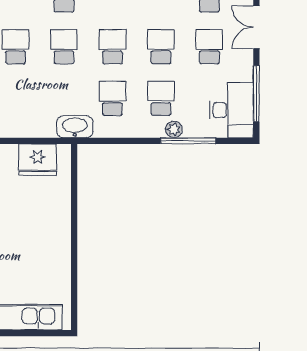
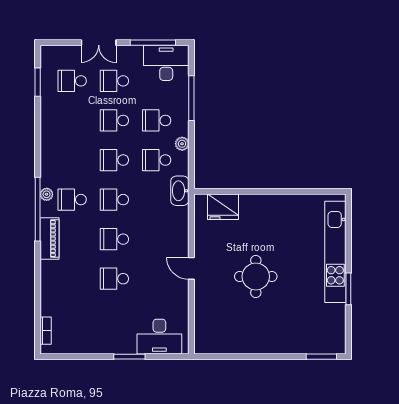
plant: (174, 129) -> (182, 144), moved
fridge: (38, 160) -> (223, 207), moved, turned 90

